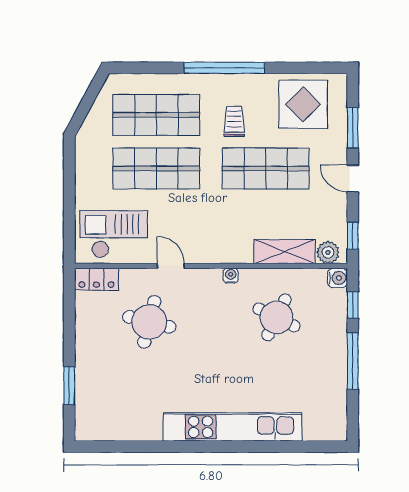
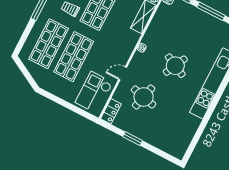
round table: (276, 317) -> (175, 66), moved
window: (69, 386) -> (133, 139), moved

